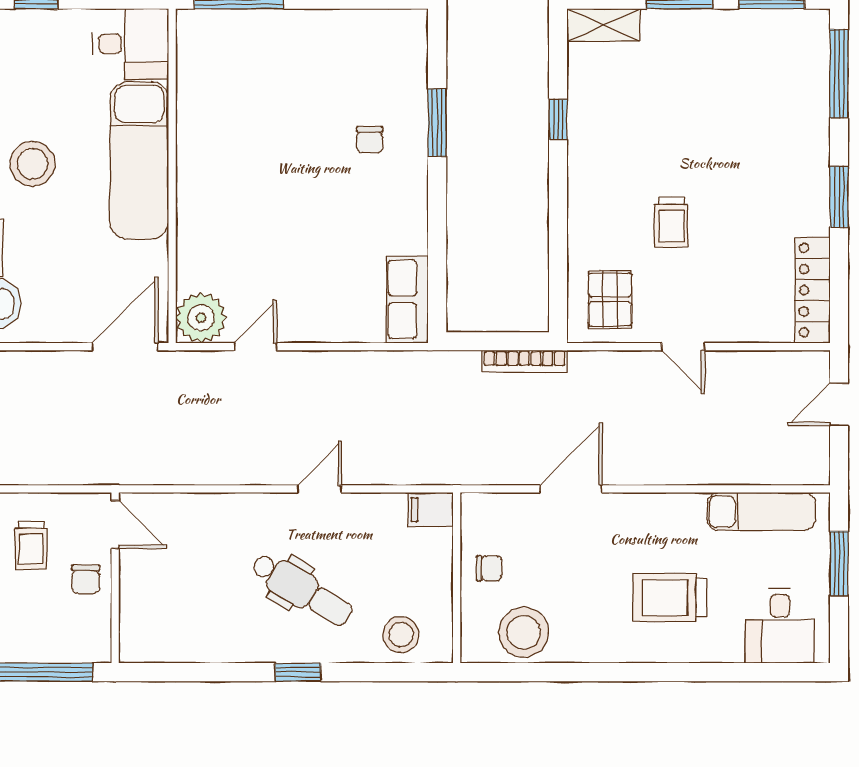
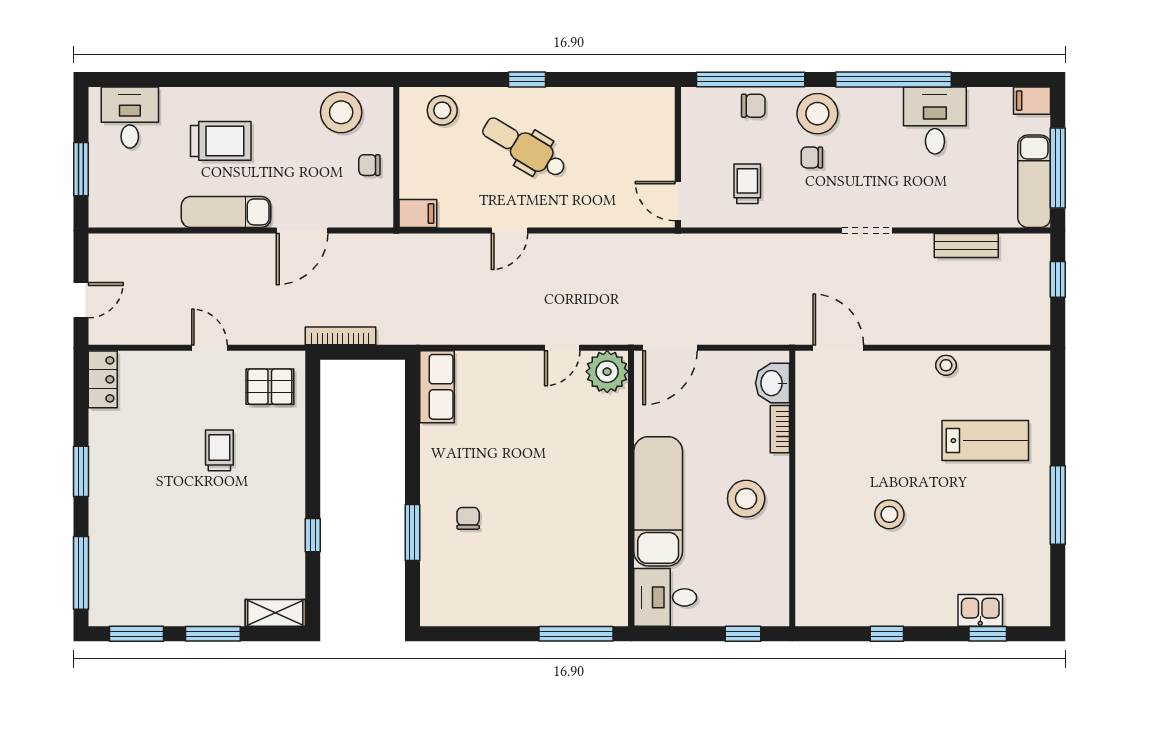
locker: (813, 290) -> (103, 379), width x0.66
pallet: (610, 300) -> (270, 387), turned 90
exam couch: (761, 511) -> (226, 212), moved
chair: (86, 579) -> (753, 106), moved, turned 90

